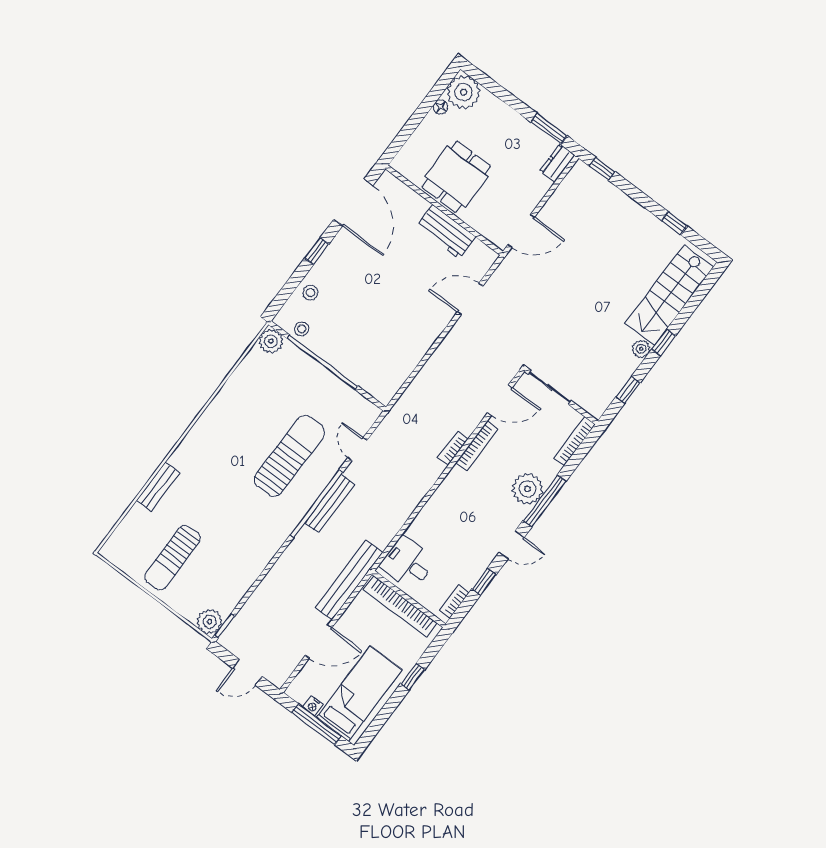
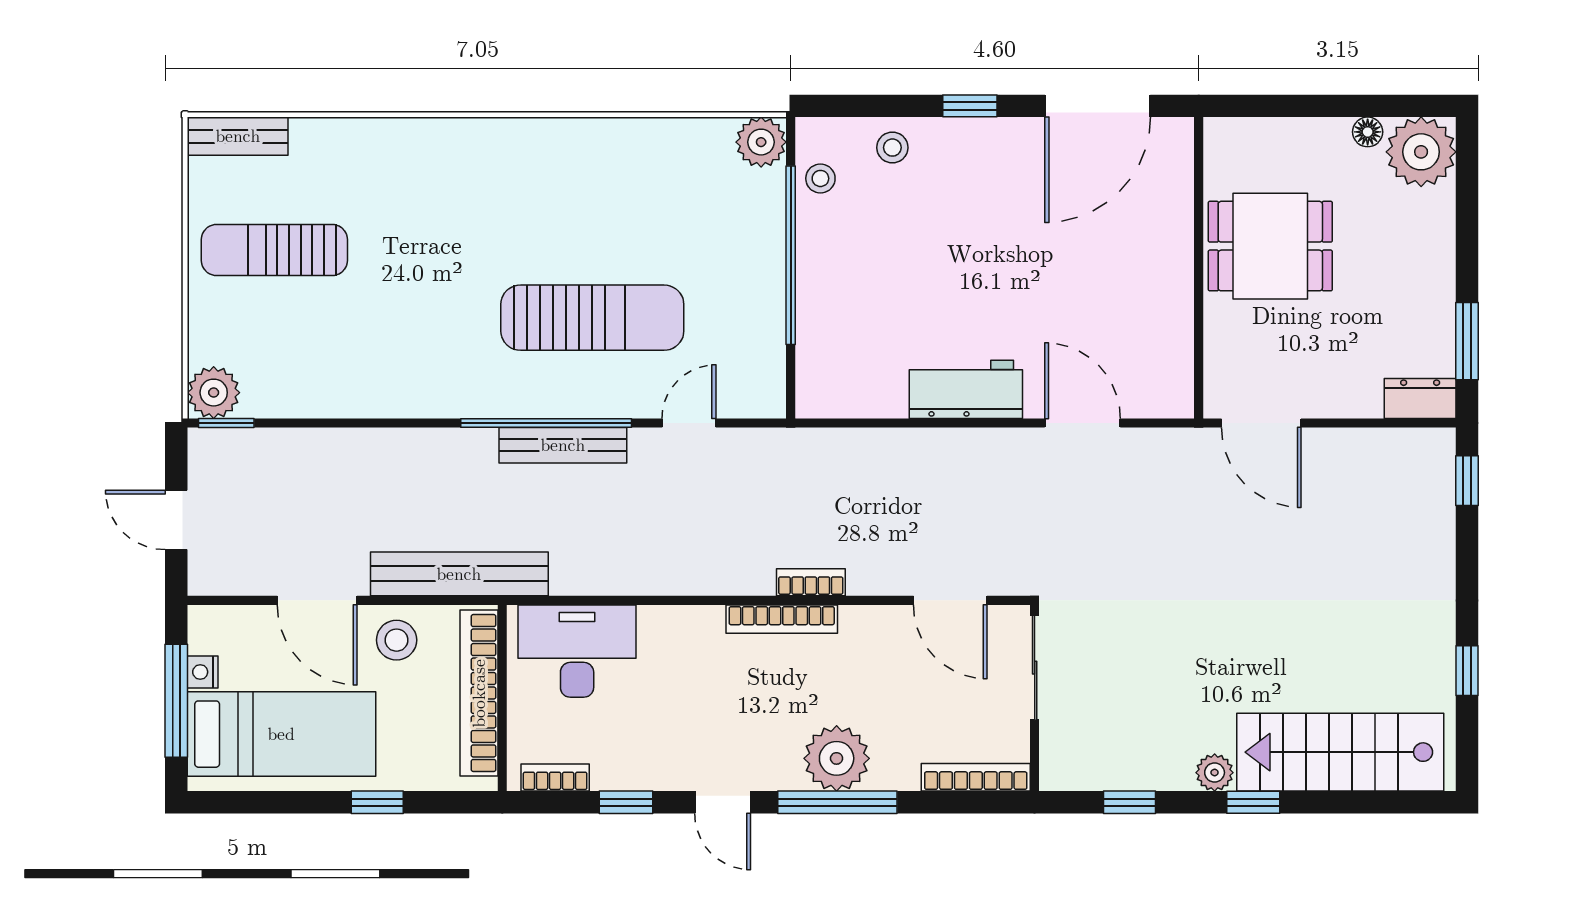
workbench: (446, 232) -> (966, 389), moved, turned 90
bookcase: (477, 446) -> (782, 619), moved
bench: (158, 487) -> (238, 136), moved
desk: (408, 563) -> (577, 651), width x1.37
stool: (356, 623) -> (397, 640), added

